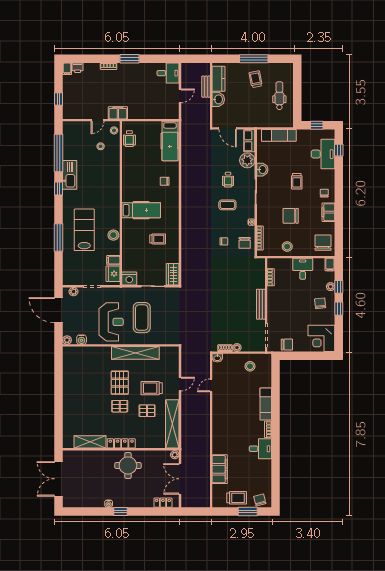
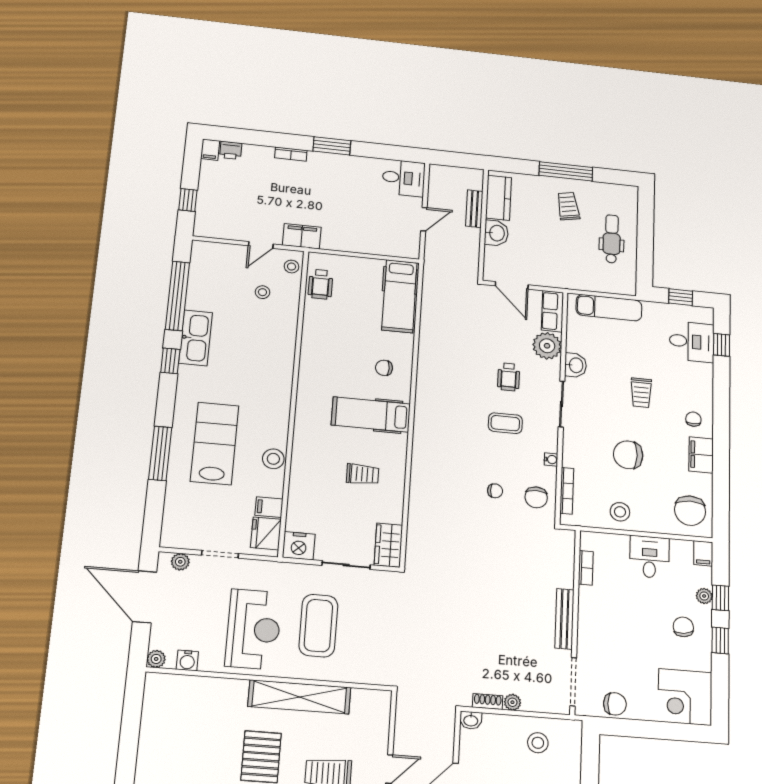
desk: (323, 154) -> (692, 342), width x0.73
hospital bed: (141, 210) -> (371, 414), moved, turned 180
chair: (323, 243) -> (690, 511), turned 180

